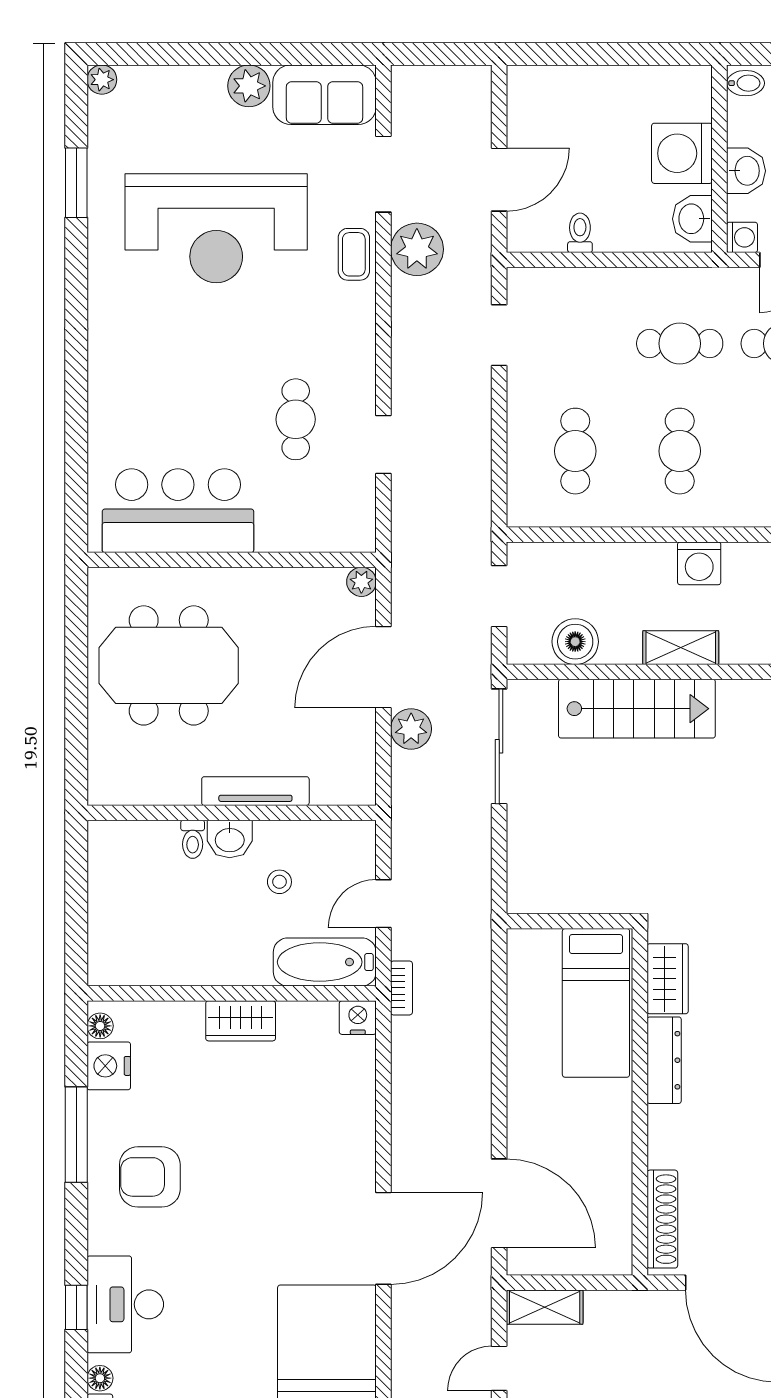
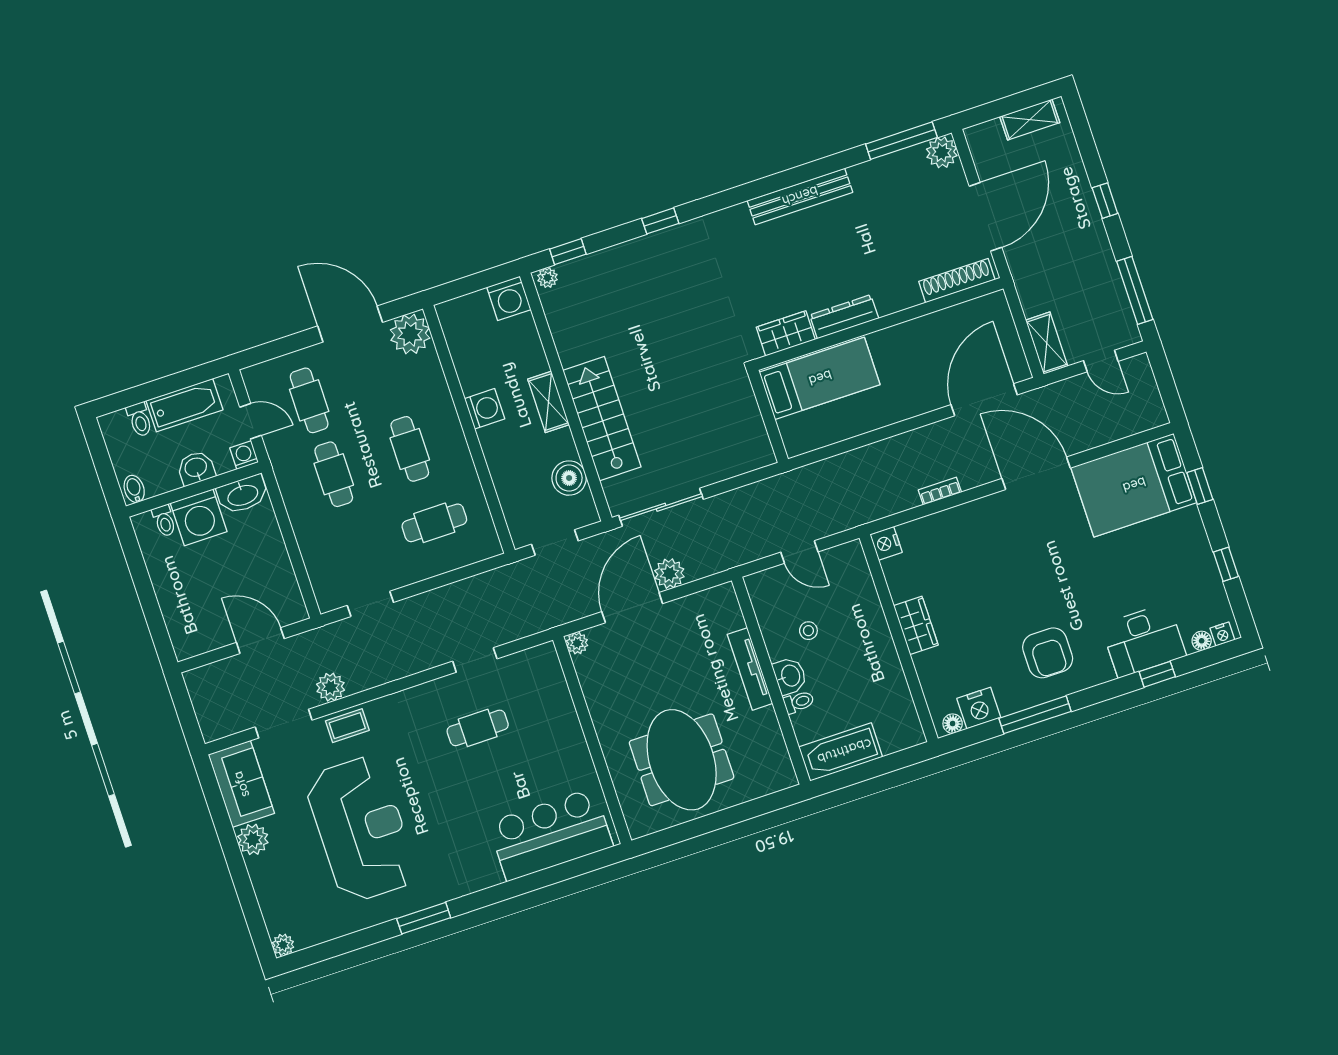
window: (76, 183) -> (424, 918), moved
washbasin: (692, 219) -> (243, 495), width x1.38
toilet: (580, 233) -> (164, 521), moved, turned -90
plant: (417, 249) -> (331, 687), width x0.73, depth x0.73
cafe table: (680, 451) -> (410, 449), turned 90
bar counter: (178, 511) -> (550, 834), moved, turned 90
door: (383, 667) -> (632, 608), swing flipped
bathtub: (325, 962) -> (841, 752), moved, turned 90
bookcase: (401, 988) -> (940, 491), moved

